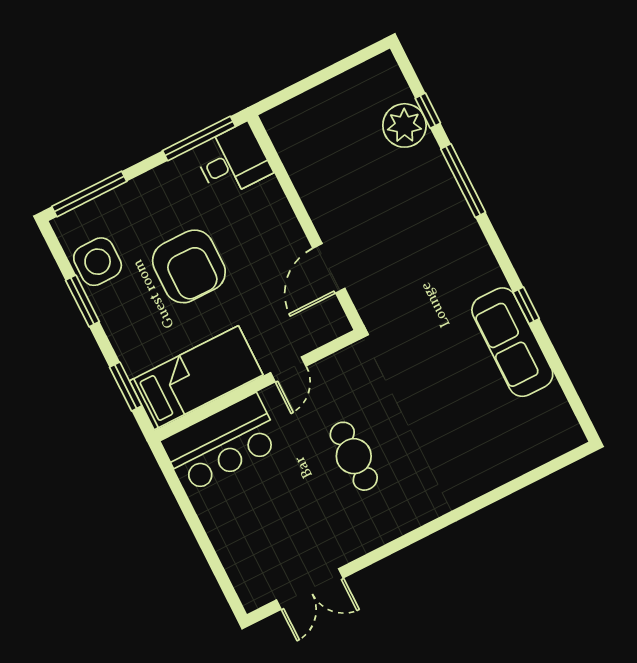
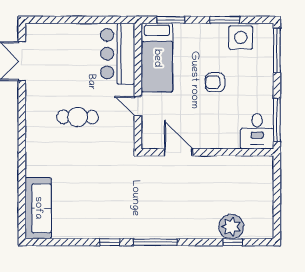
window: (463, 181) -> (155, 242), moved
armchair: (189, 266) -> (215, 82), width x0.53, depth x0.53
sofa: (512, 342) -> (38, 208), moved, turned 90

